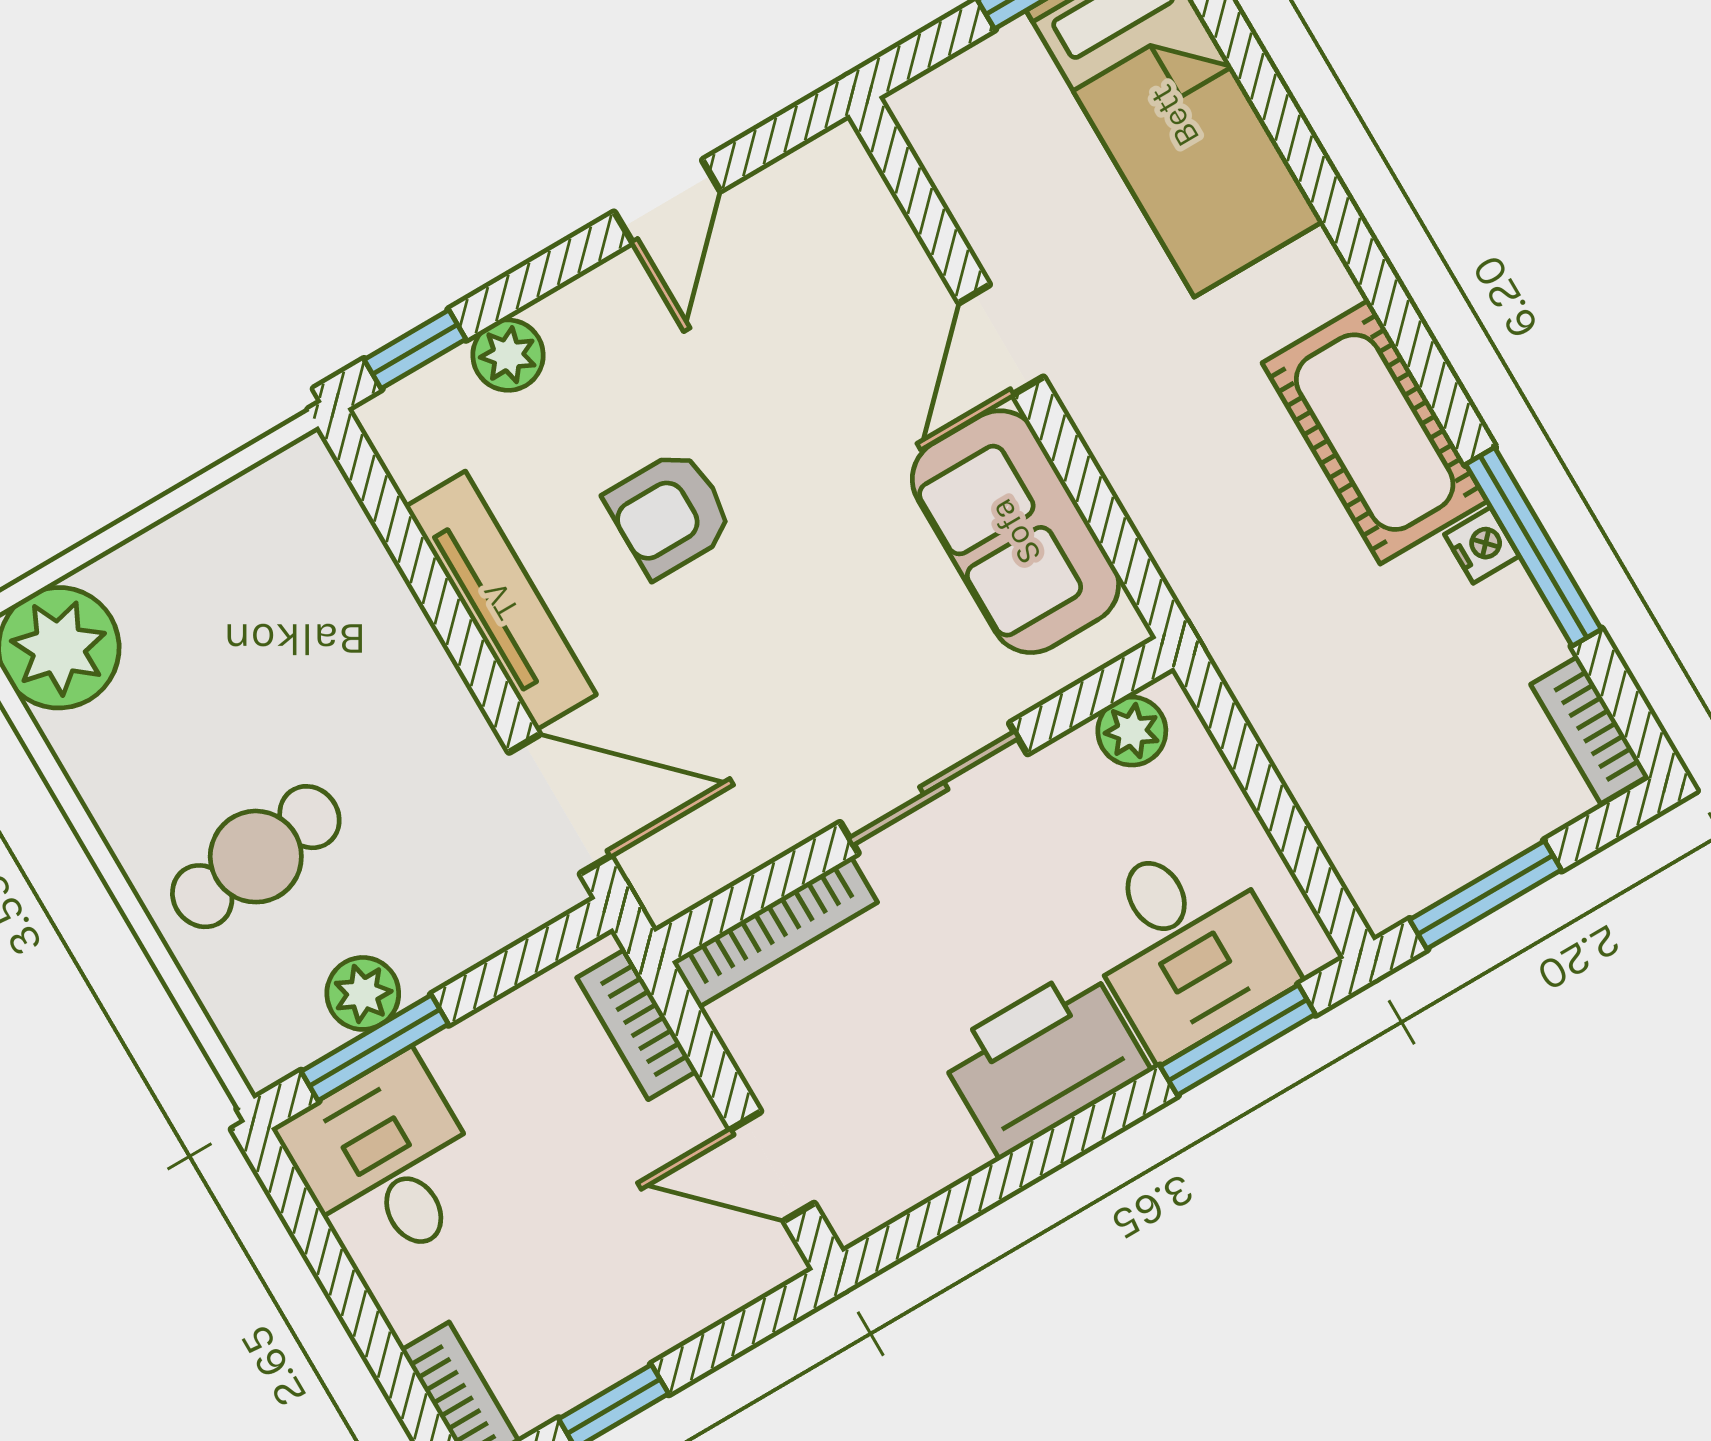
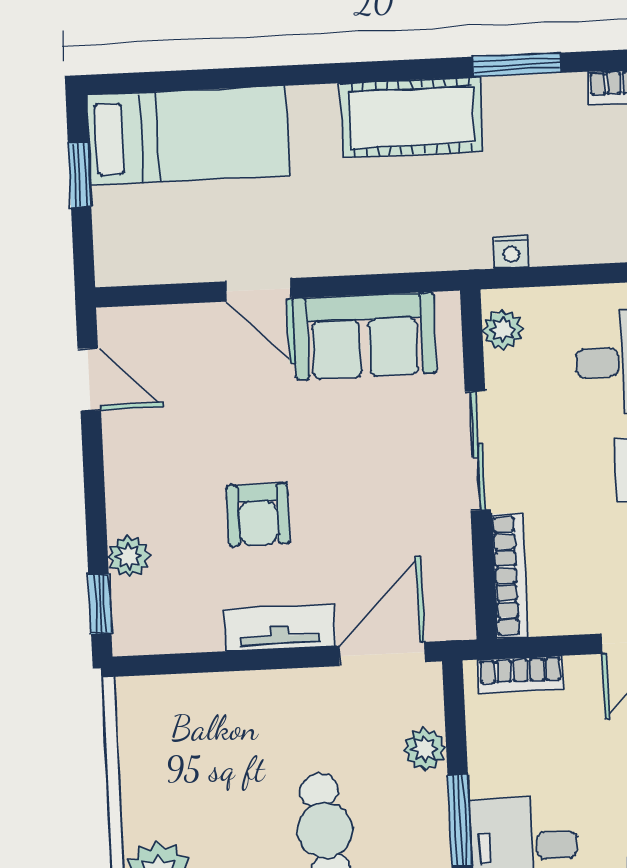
door: (667, 201) -> (89, 379), moved
nightstand: (1482, 545) -> (511, 252), moved, turned 180
window: (1533, 547) -> (517, 65), width x0.69
tv unit: (501, 601) -> (280, 628), width x0.71
plant: (363, 993) -> (425, 749), moved

